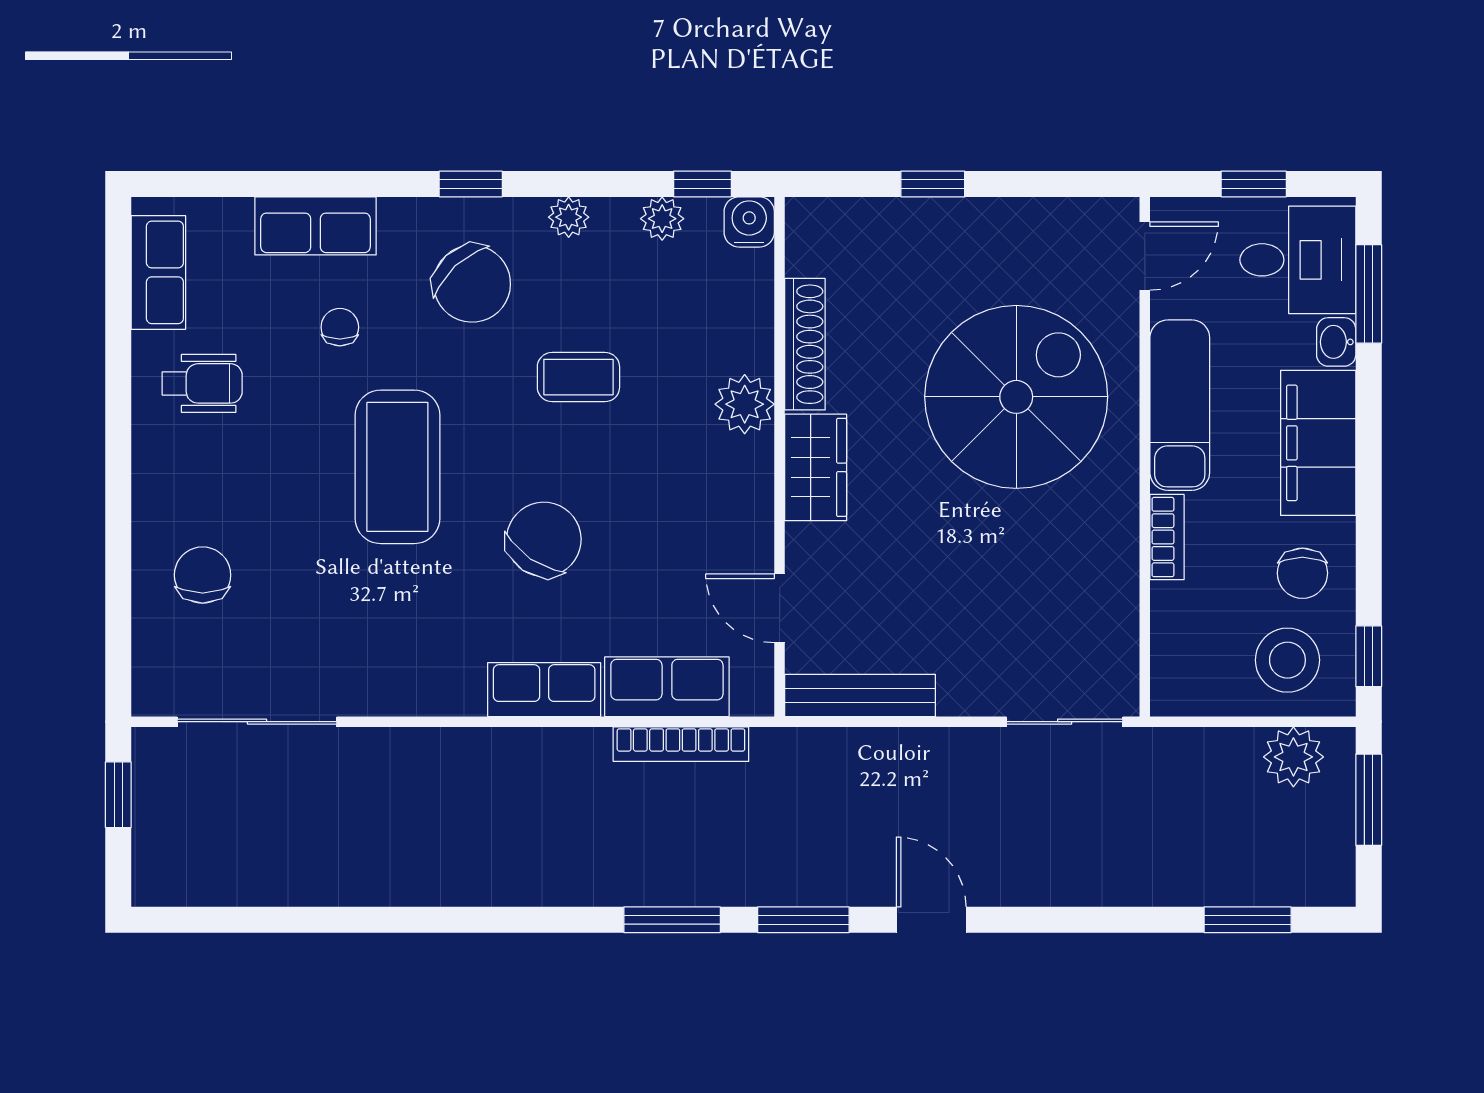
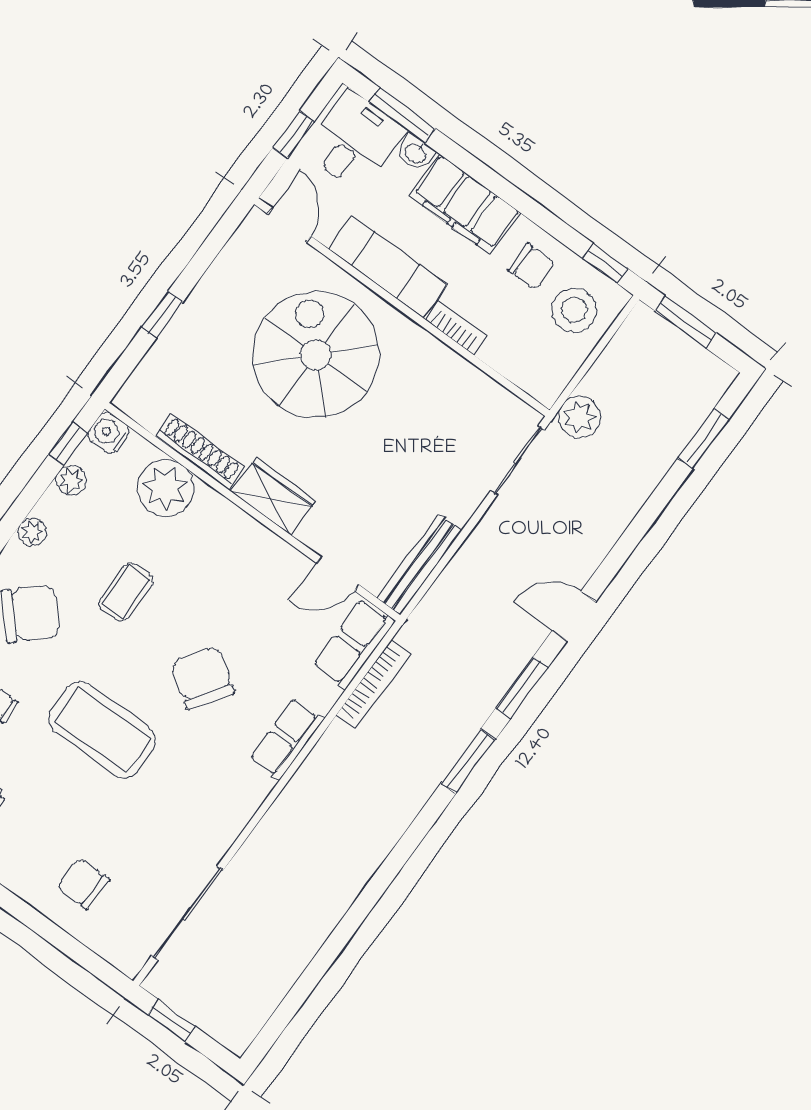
plant: (745, 404) -> (166, 488), moved, width x1.36, depth x1.36
row of seats: (667, 687) -> (354, 644), moved
plant: (1293, 757) -> (579, 417), moved

